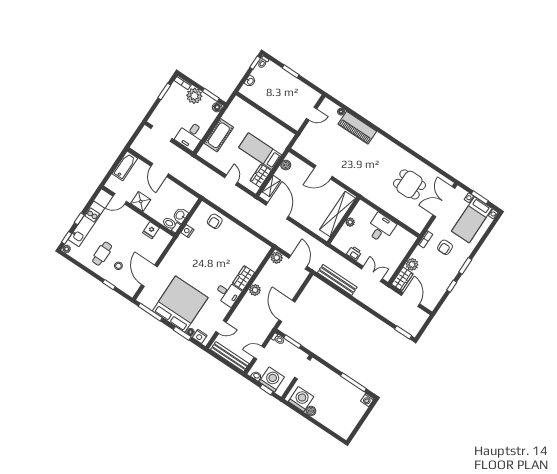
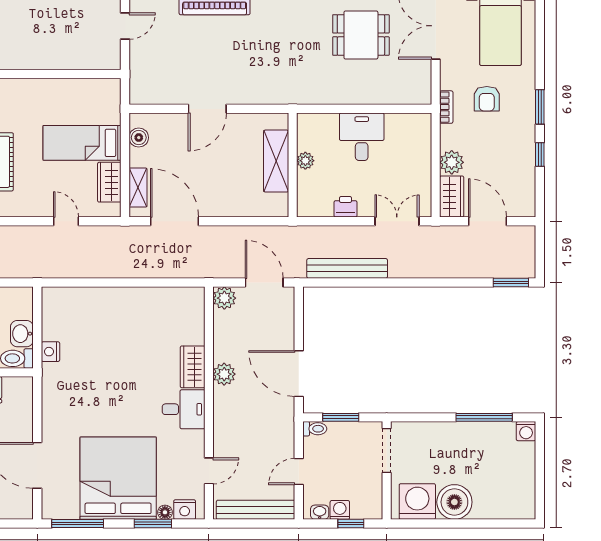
shelving: (338, 214) -> (276, 161), width x0.68
armchair: (215, 221) -> (84, 306), removed
washing machine: (272, 379) -> (340, 510), width x0.53, depth x0.53
boiler: (311, 411) -> (454, 502), width x1.86, depth x1.86

